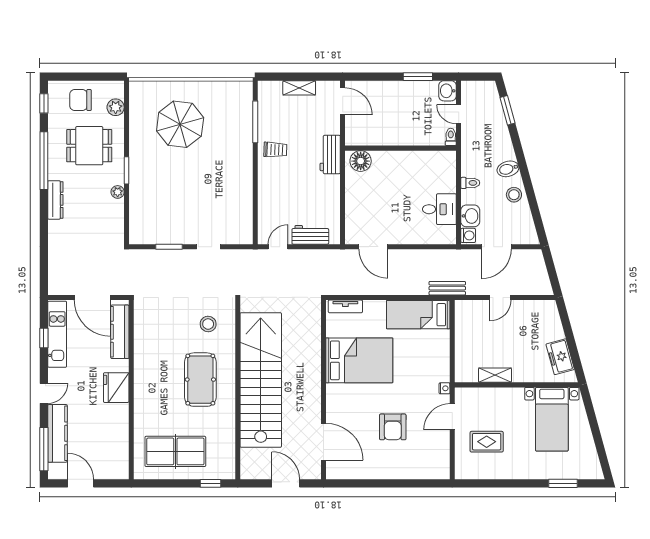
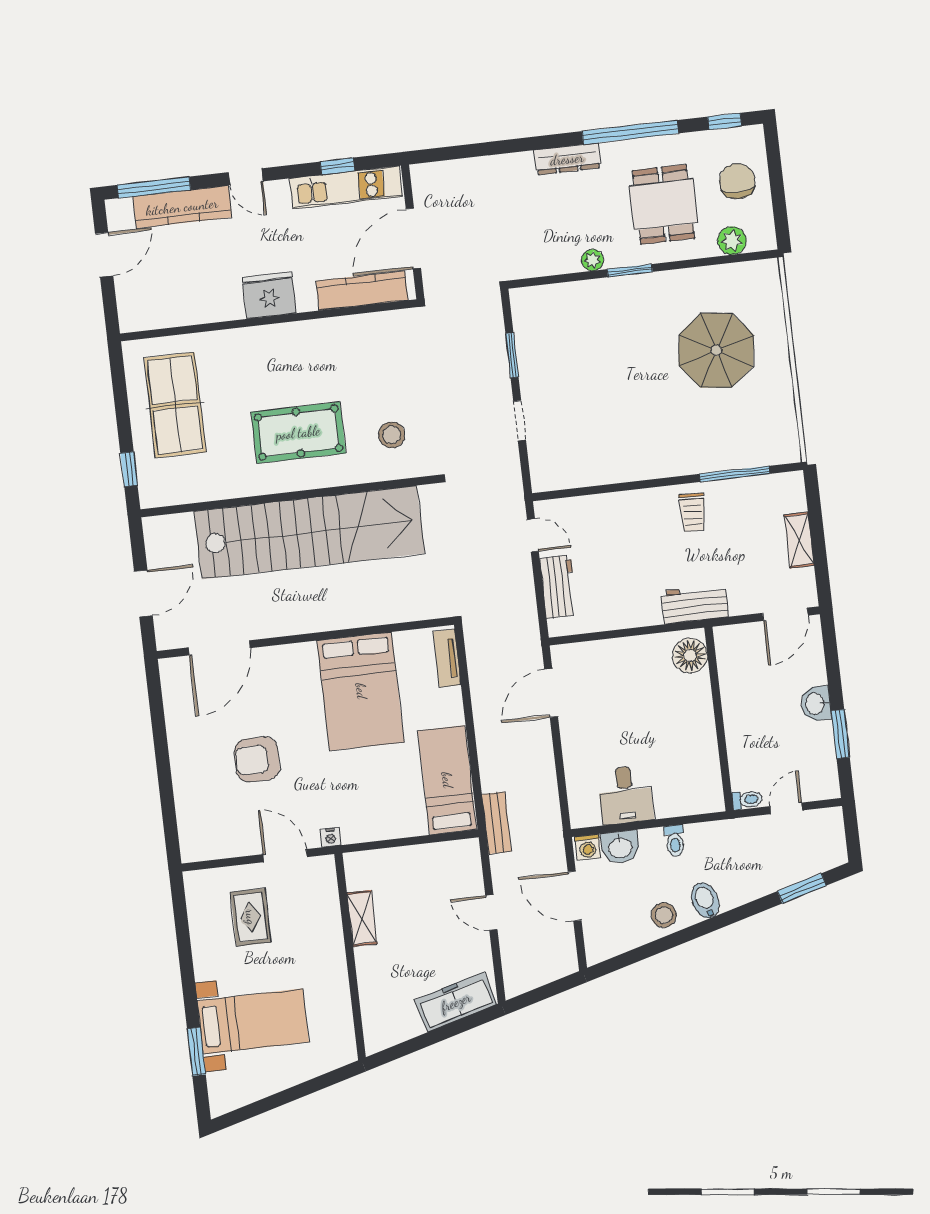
washbasin: (447, 91) -> (816, 704), moved, turned -90
freezer: (560, 357) -> (456, 1002), moved, width x1.40
bed with nightstands: (552, 419) -> (253, 1021), moved, turned 180

